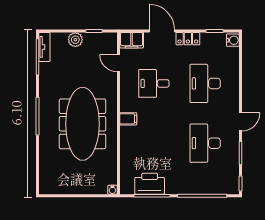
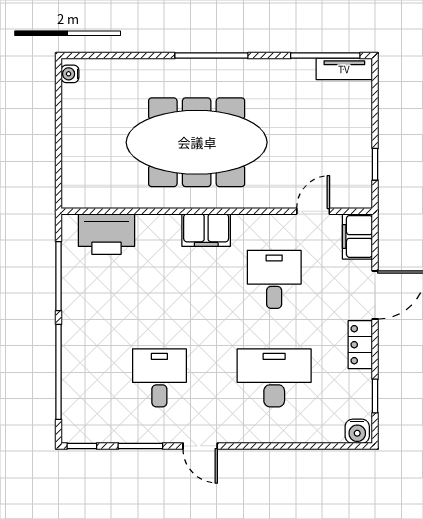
plant: (75, 40) -> (358, 128), removed
filing cabinet: (128, 119) -> (206, 230), width x2.00
desk: (205, 143) -> (159, 378), width x0.73
printer: (150, 184) -> (107, 234), moved, turned 90
water cooler: (112, 190) -> (70, 74), moved

